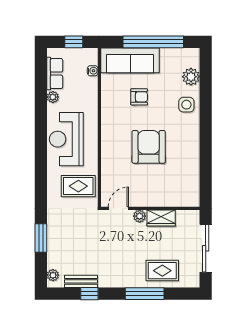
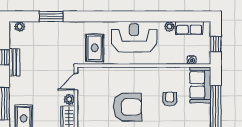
sofa: (130, 60) -> (200, 85), width x0.73
armchair: (139, 97) -> (170, 99), turned 180
door: (118, 208) -> (76, 82), swing flipped
bench: (81, 281) -> (14, 62), moved

